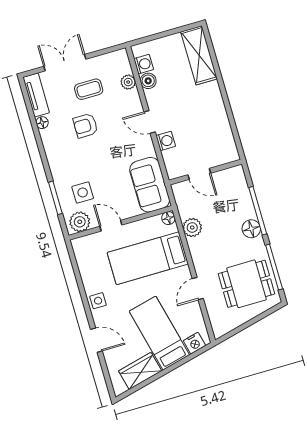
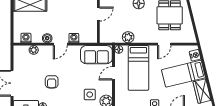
boiler: (148, 81) -> (47, 38), moved
coffee table: (89, 89) -> (31, 74), removed
door: (199, 174) -> (98, 14), moved
door: (111, 226) -> (114, 73), moved
door: (198, 289) -> (164, 44), hinge flipped

